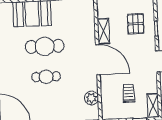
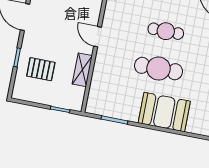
pallet: (136, 24) -> (41, 69), turned 90
door: (98, 60) -> (98, 37), width x0.53

